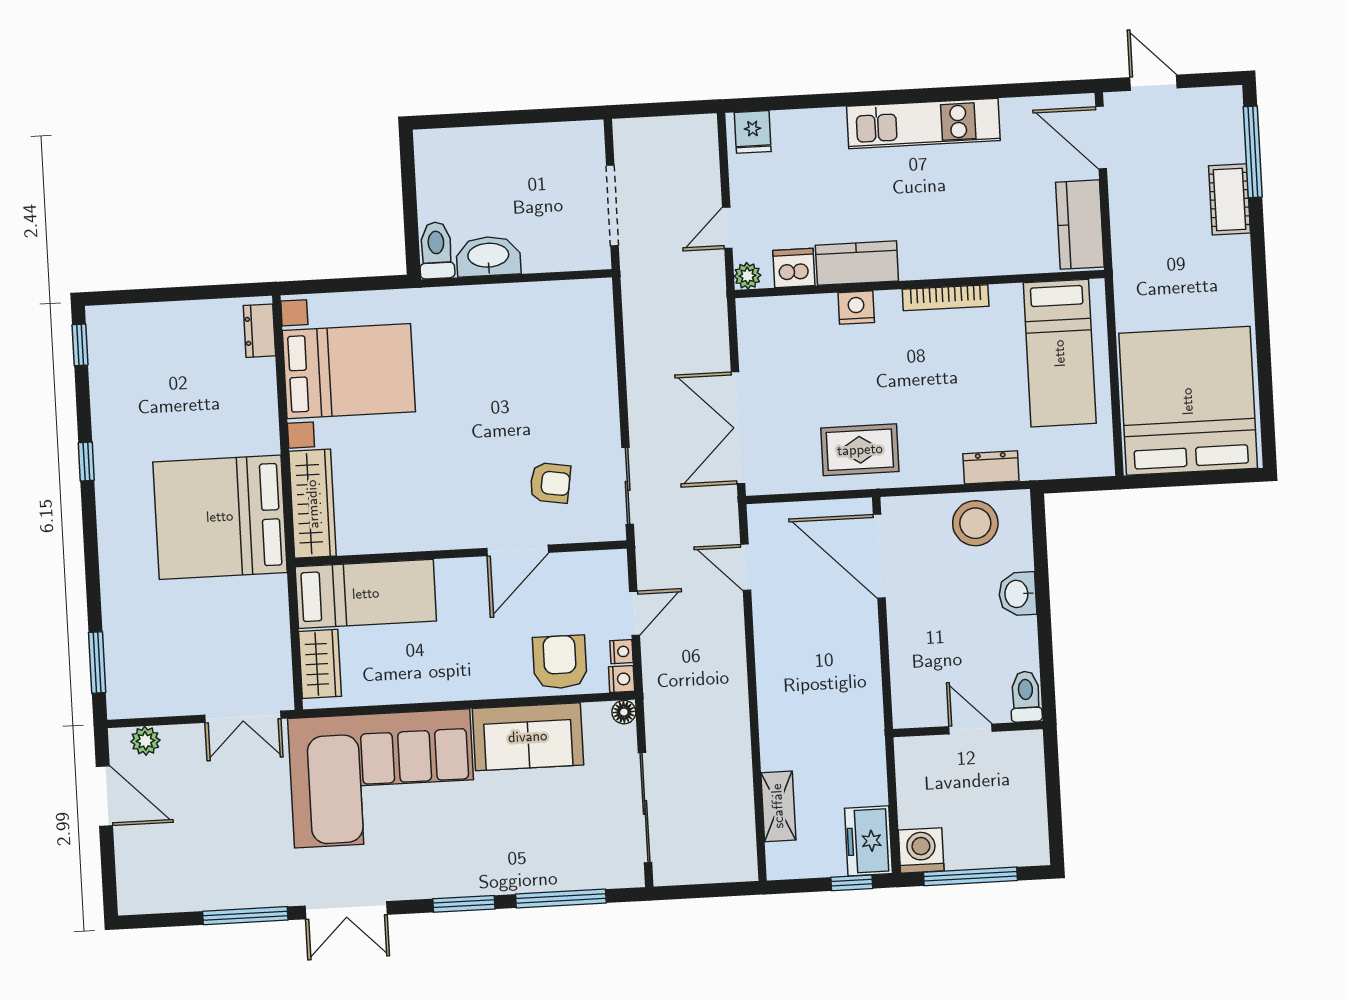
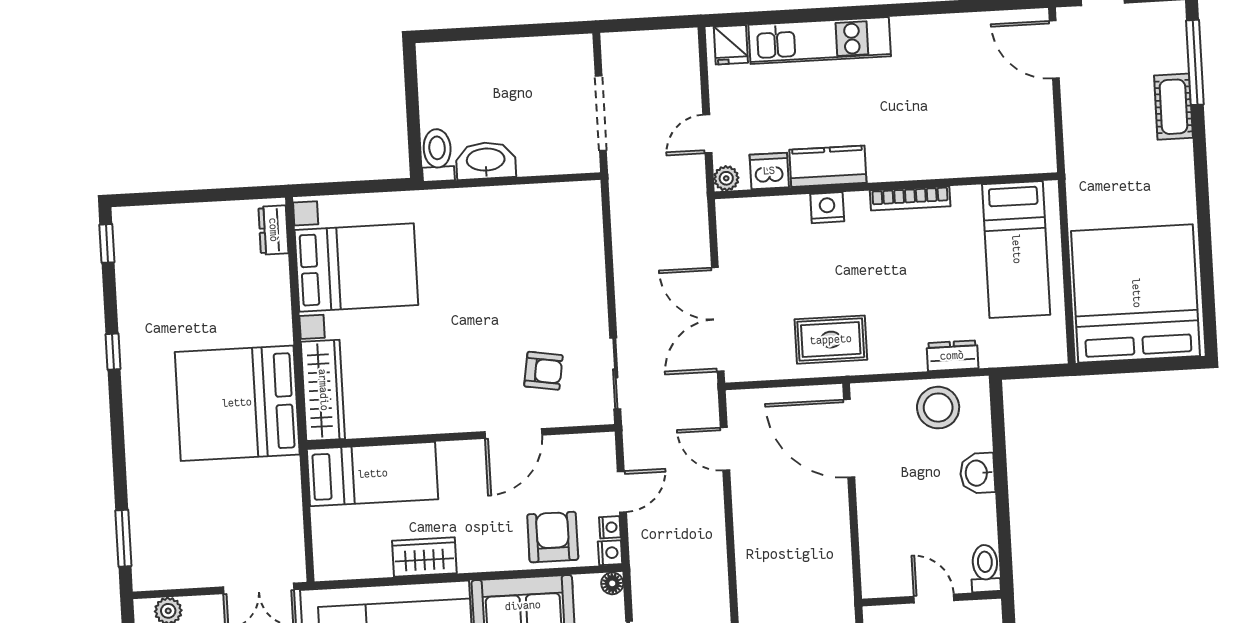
kitchen unit: (923, 123) -> (820, 40), moved
kitchen counter: (1080, 225) -> (1035, 130), removed
wardrobe: (320, 664) -> (424, 557), moved, turned -90

